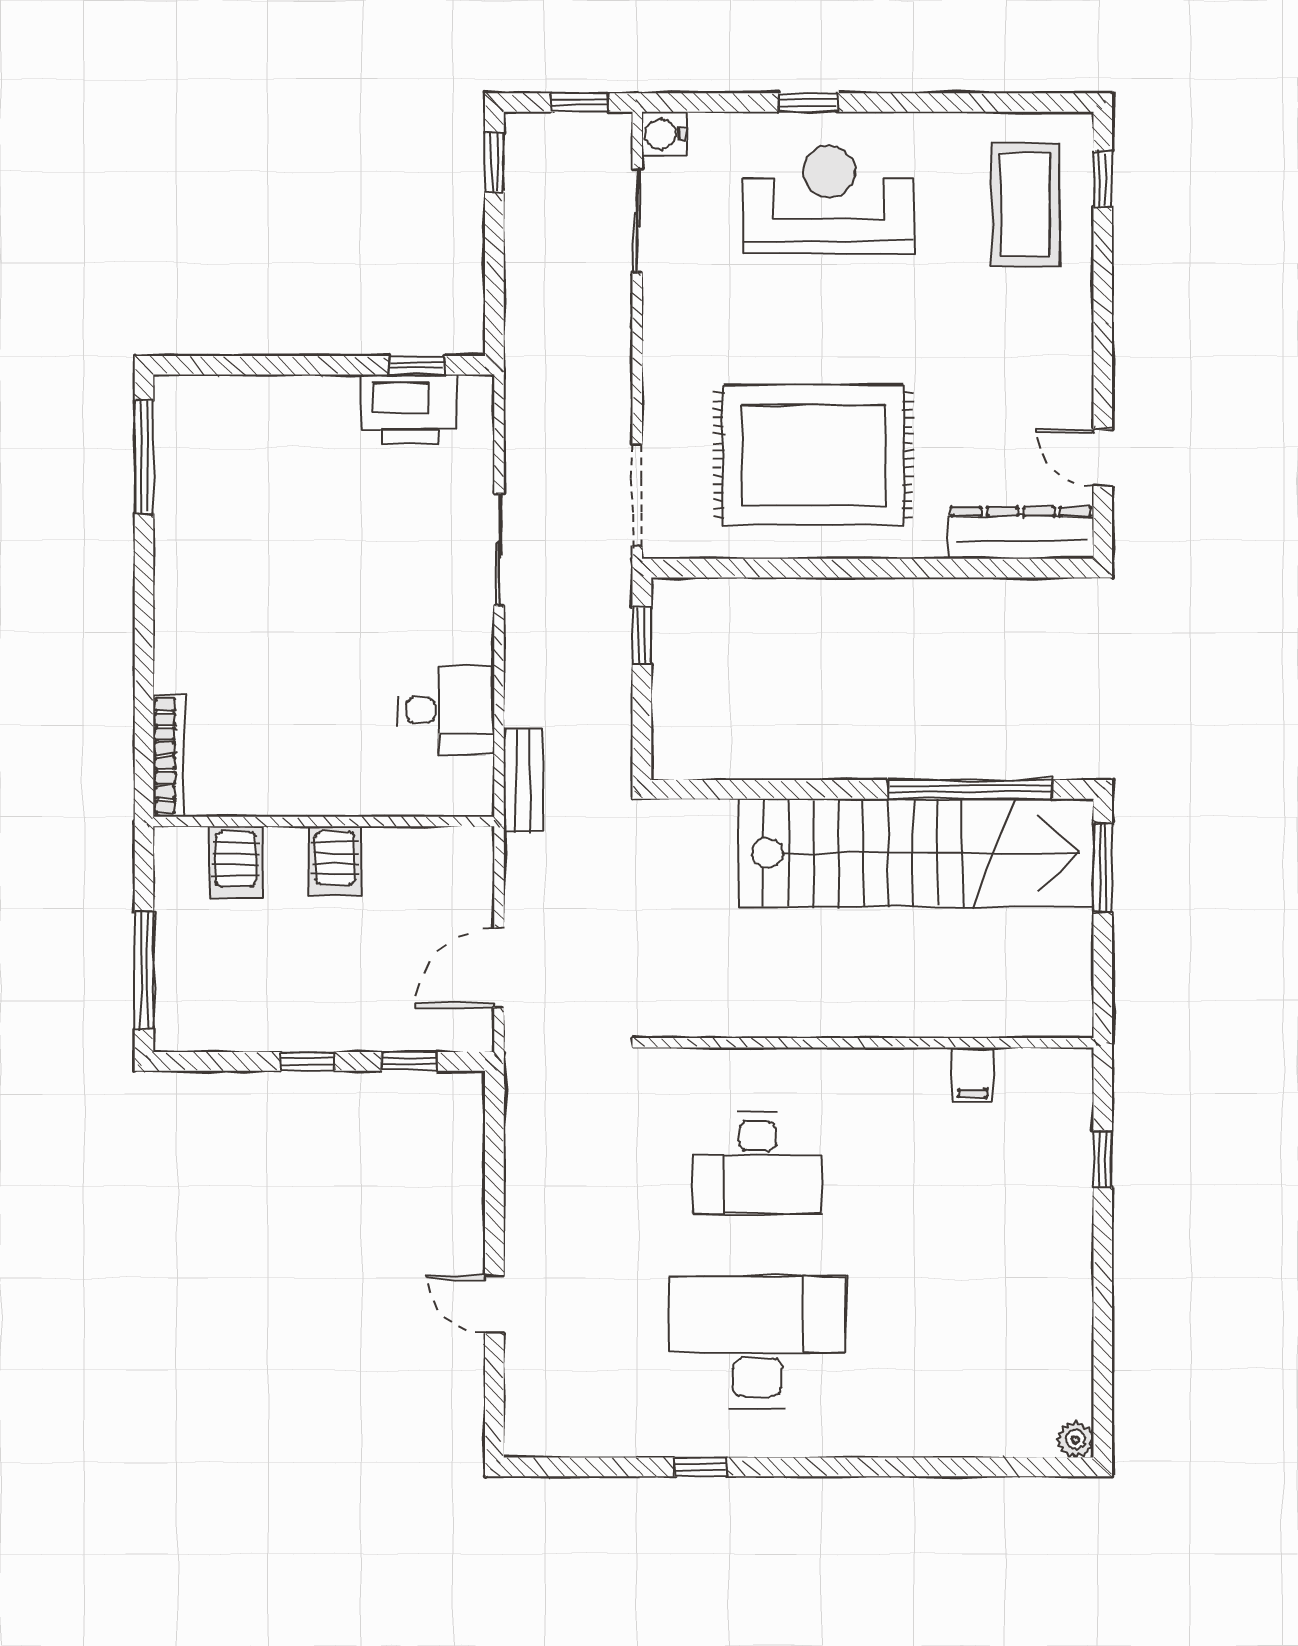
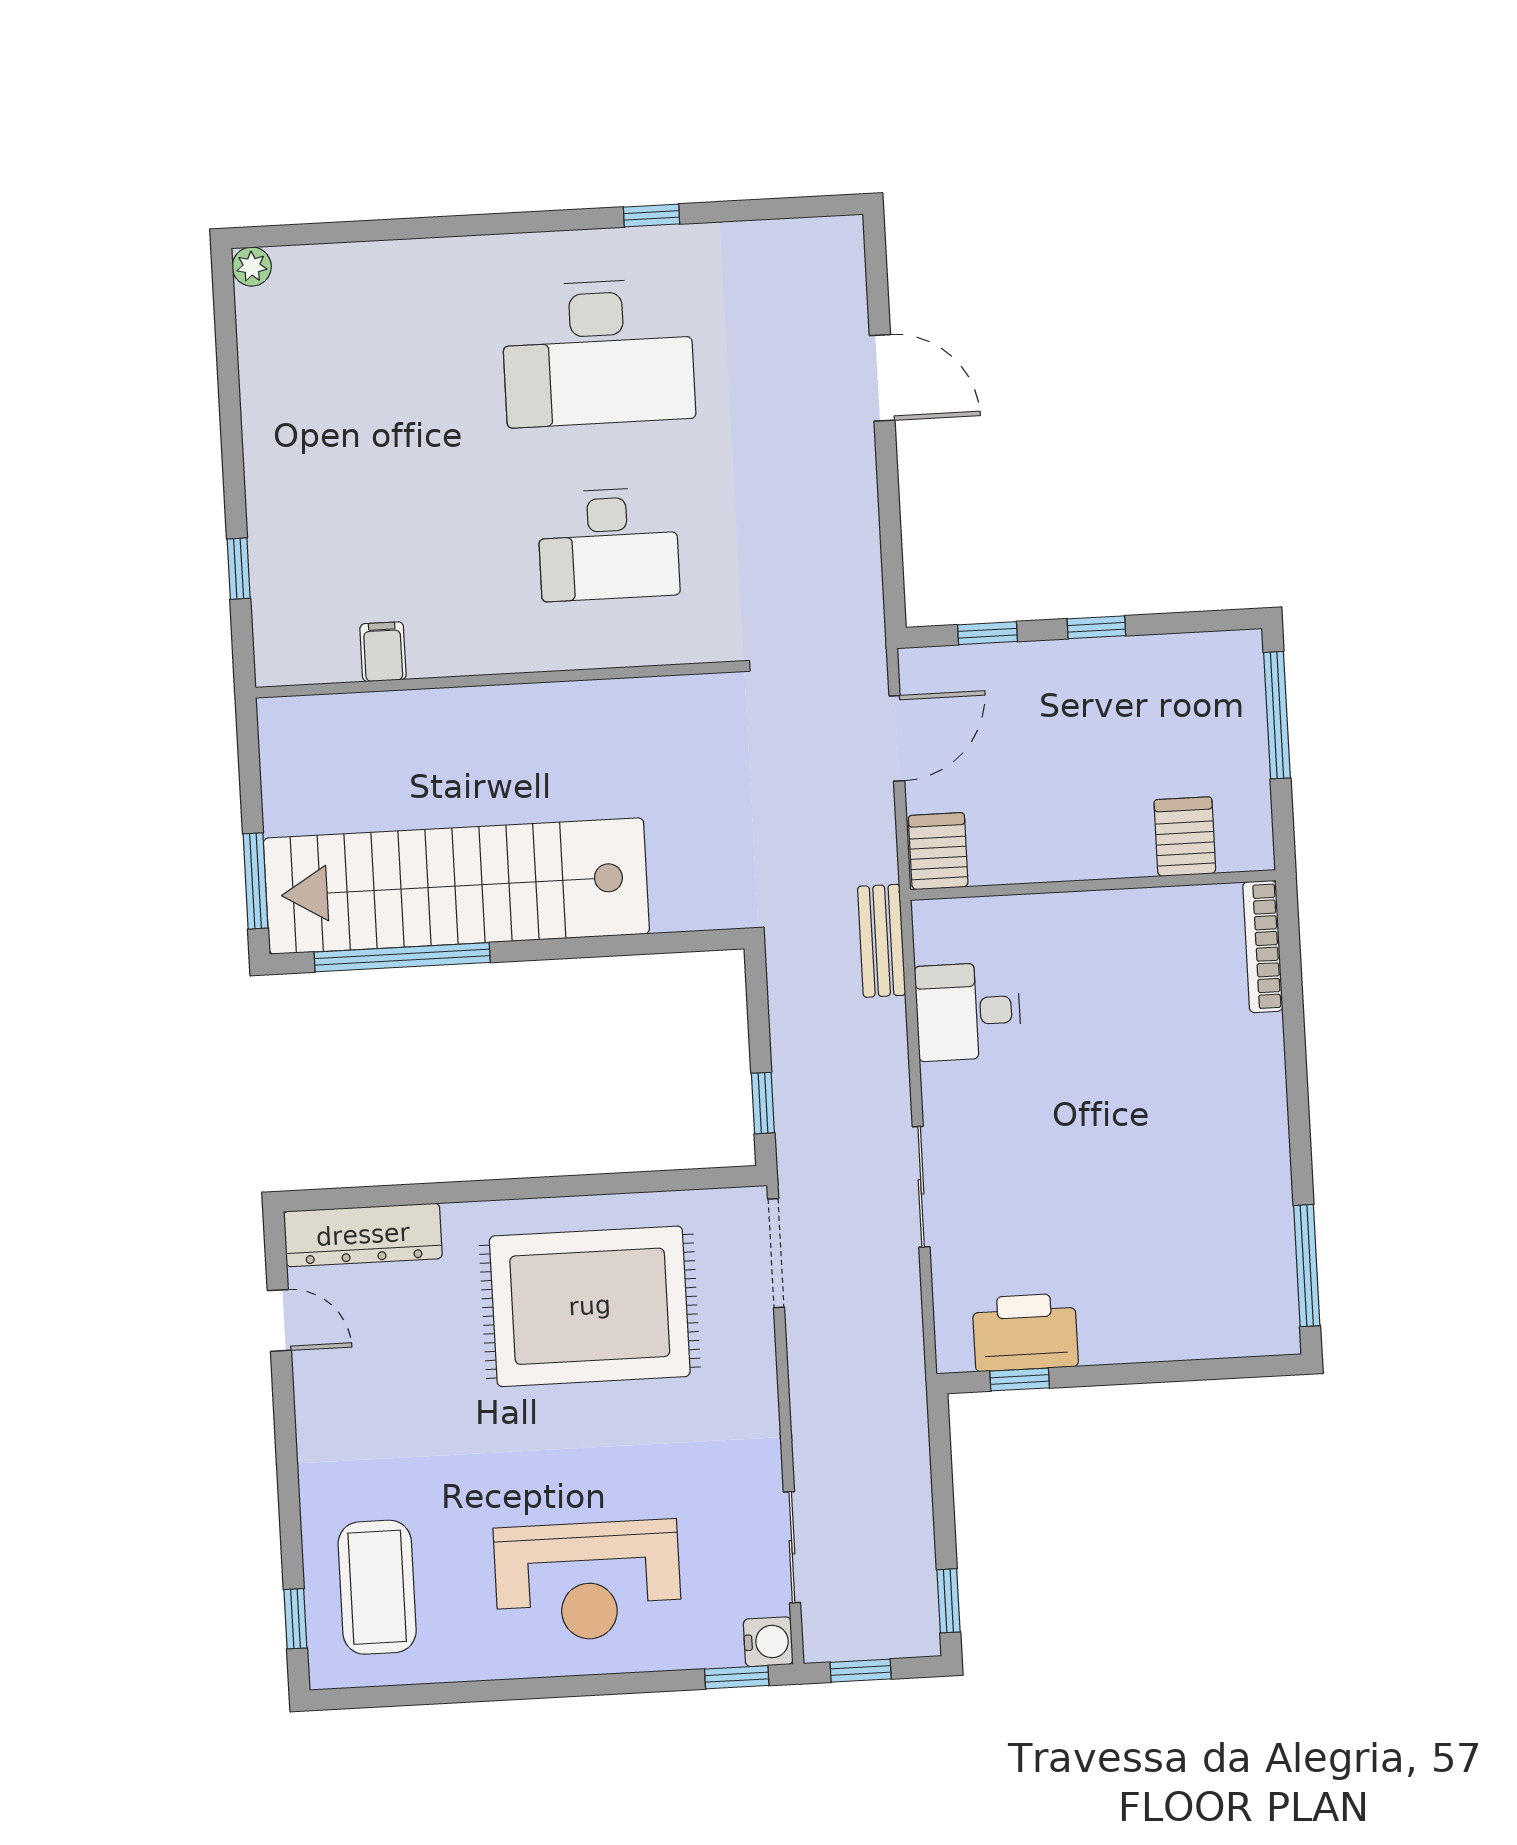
window: (808, 102) -> (737, 1677), moved
server rack: (335, 861) -> (938, 851), moved
desk: (757, 1163) -> (608, 544), turned 180
door: (494, 1304) -> (882, 378), width x1.38

